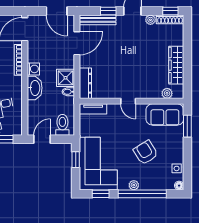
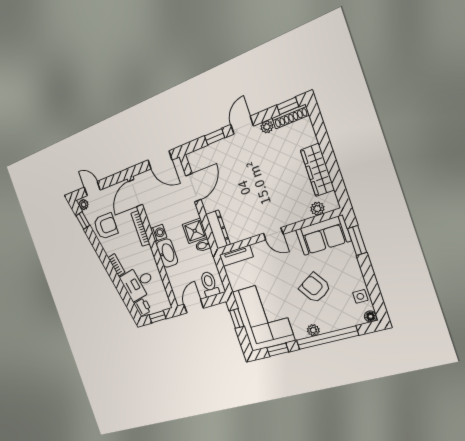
bench: (98, 20) -> (207, 152), removed

